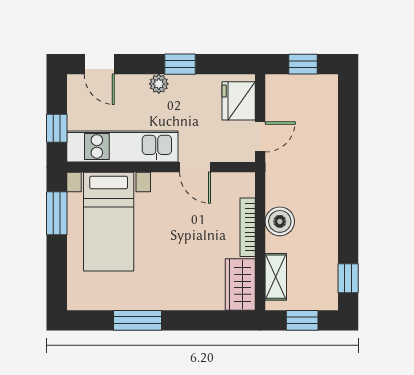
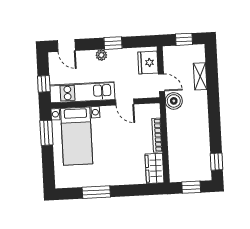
door: (260, 137) -> (161, 83), hinge flipped
boiler: (280, 221) -> (174, 101), moved
shelving: (276, 277) -> (200, 76), moved

